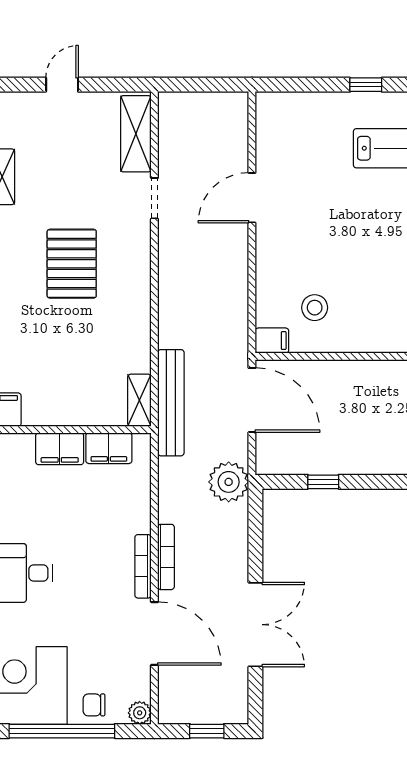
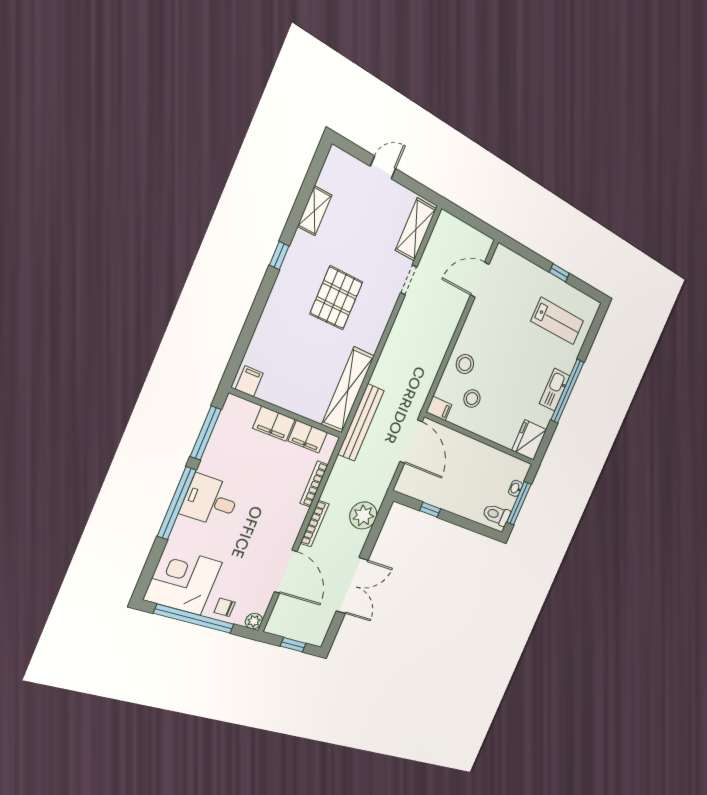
door: (252, 198) -> (480, 280), moved
stool: (282, 267) -> (465, 364), added
shelving: (139, 400) -> (348, 390), width x2.20, depth x1.33
plant: (229, 482) -> (363, 515), moved
bookcase: (143, 566) -> (314, 484), moved

